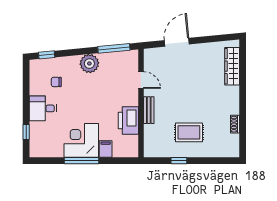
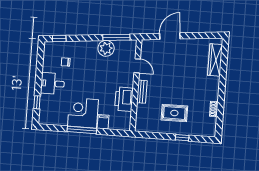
plant: (89, 64) -> (106, 48), moved
window: (179, 161) -> (182, 138), moved

